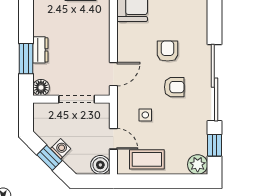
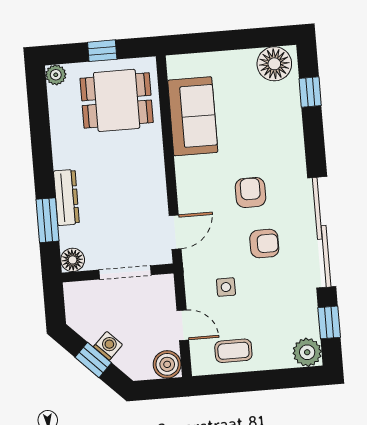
dresser: (40, 50) -> (66, 197), width x1.44
coffee table: (147, 159) -> (233, 351), width x0.73, depth x0.77

